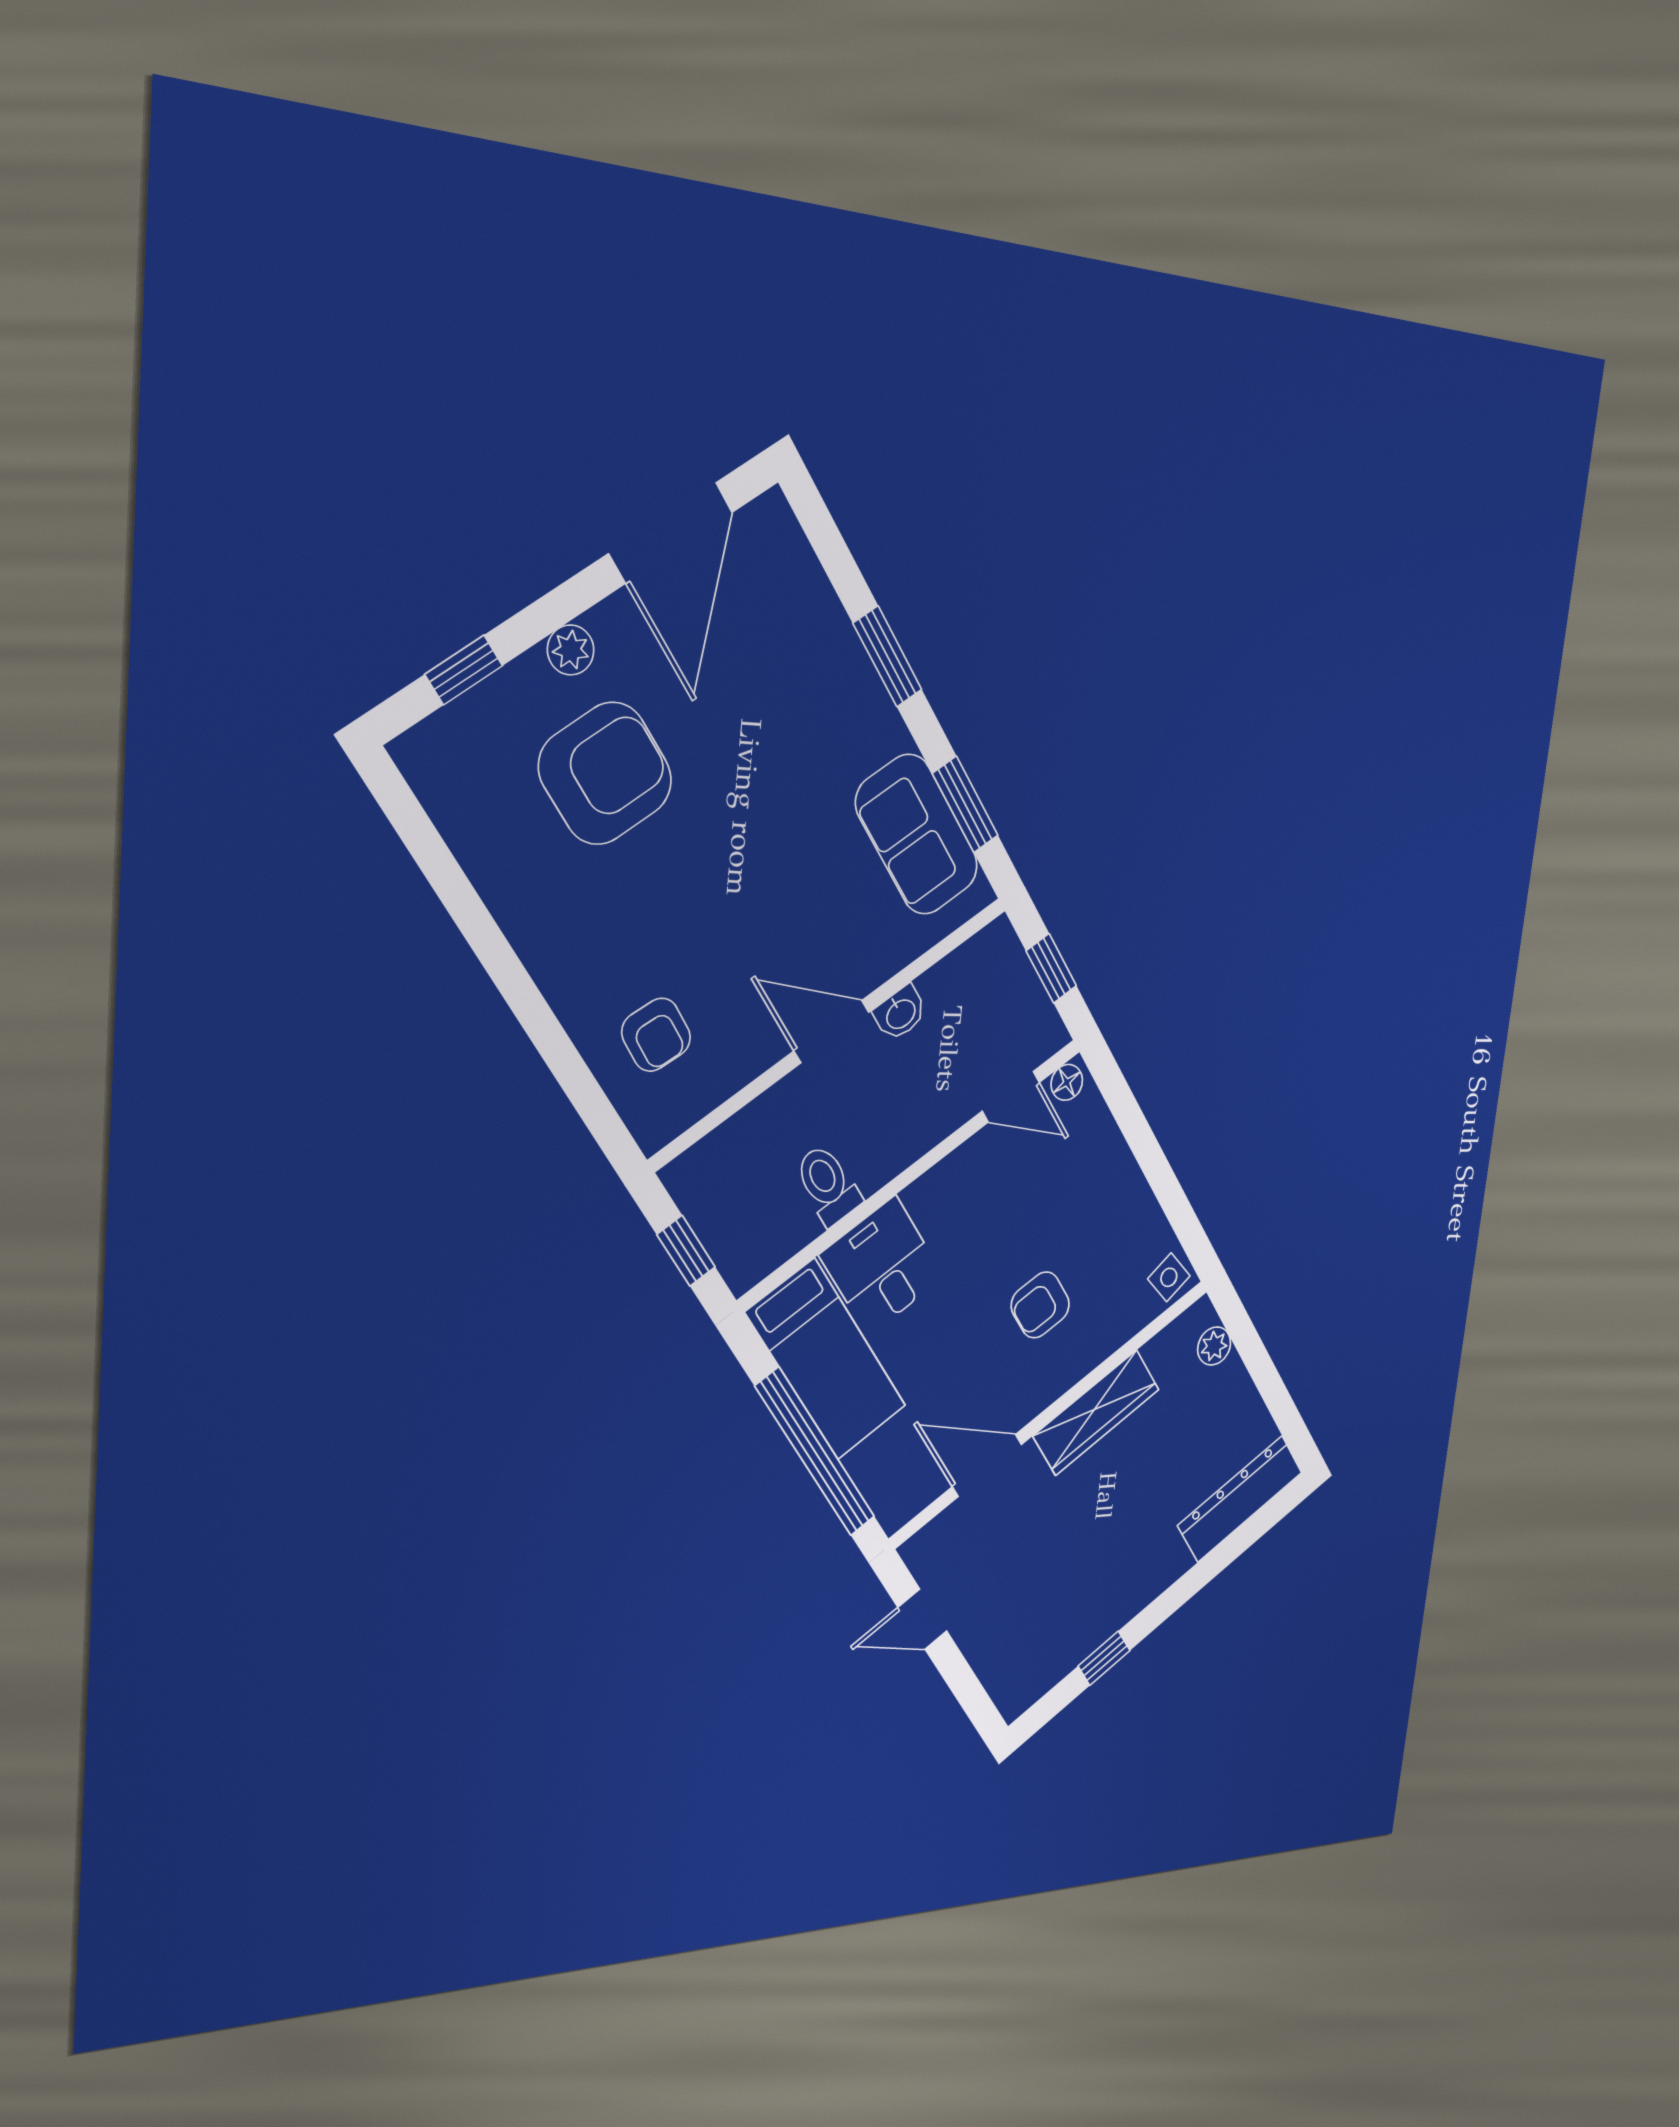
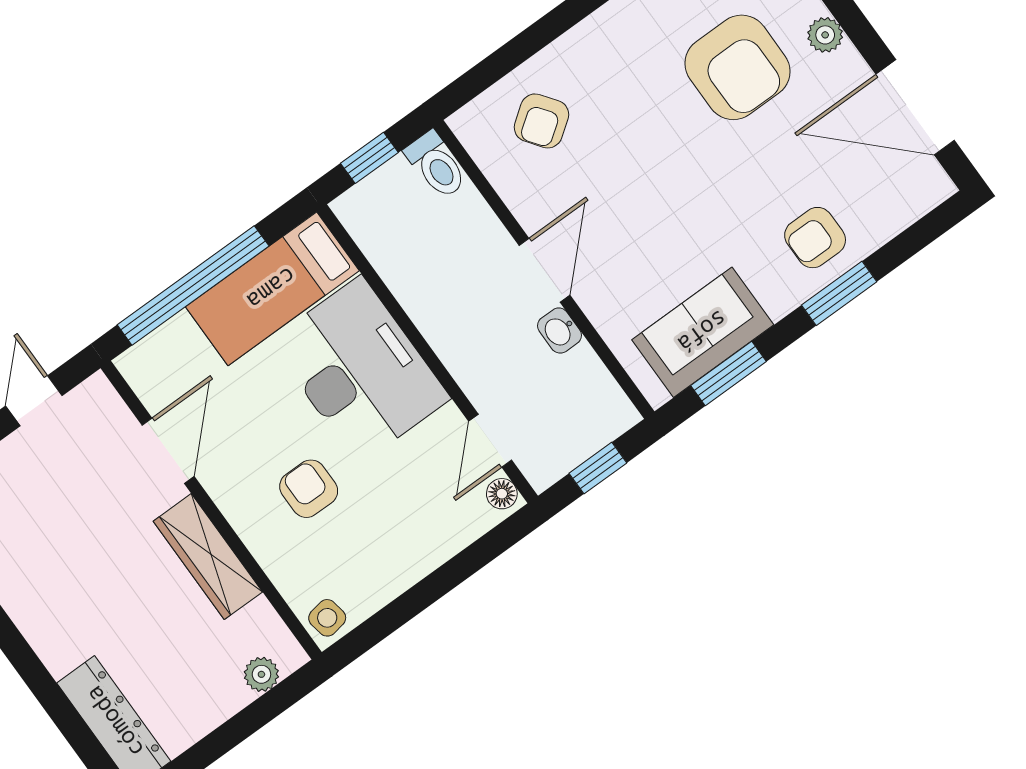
armchair: (820, 683) -> (815, 238), added
armchair: (656, 1035) -> (541, 121), turned -39
toilet: (828, 1185) -> (436, 165), moved, turned 90
desk: (882, 1266) -> (360, 370), width x1.87, depth x1.30

